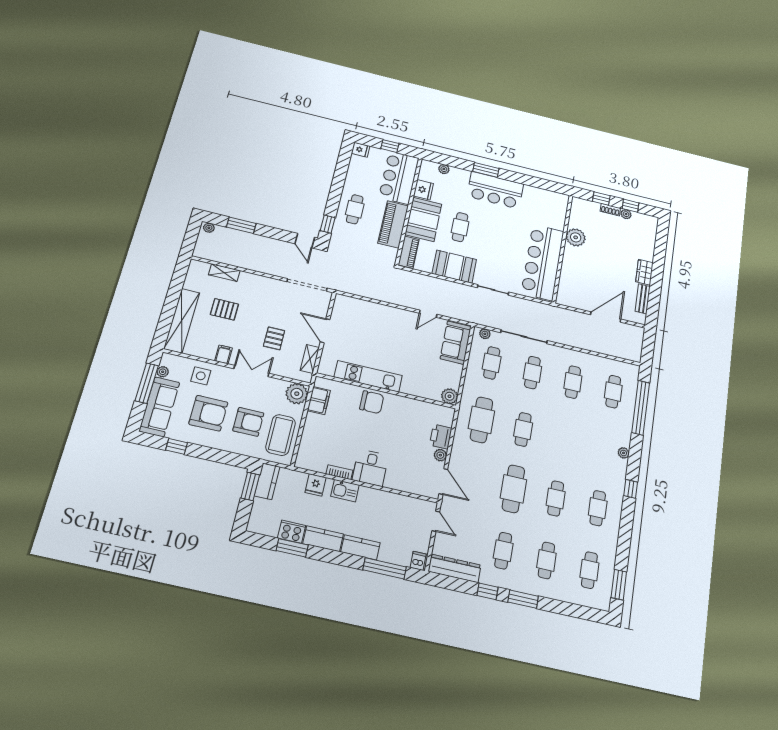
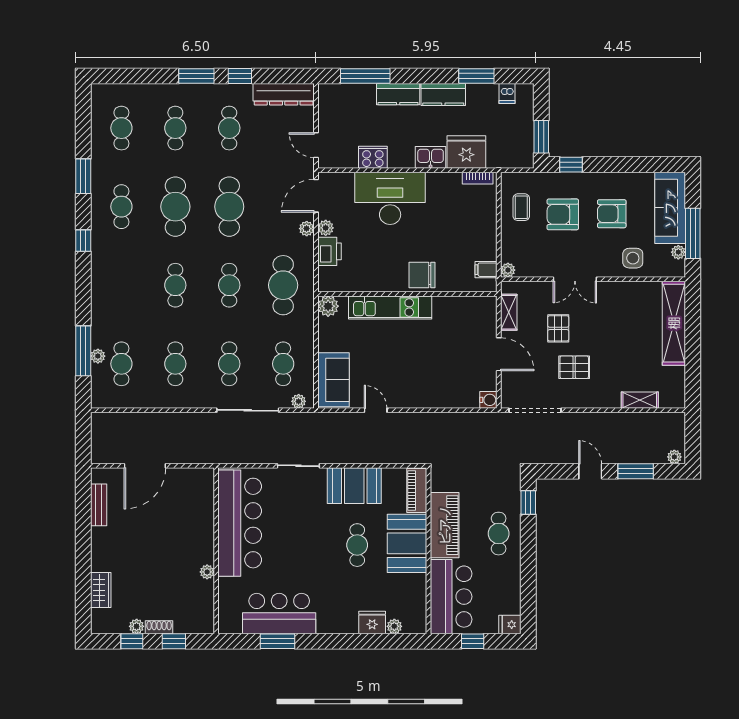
window: (486, 170) -> (278, 641), moved
fridge: (423, 190) -> (372, 623), moved, turned 90
bar counter: (495, 190) -> (279, 614), moved
plant: (576, 237) -> (207, 572), width x0.53, depth x0.53
door: (305, 241) -> (590, 471), moved
wardrobe: (644, 272) -> (101, 590), moved
water cooler: (341, 301) -> (488, 400), added
pallet: (224, 309) -> (574, 367), moved
door: (428, 314) -> (376, 410), hinge flipped
filing cabinet: (223, 354) -> (613, 292), removed
kitchen unit: (368, 376) -> (390, 307), moved
plant: (297, 394) -> (508, 270), width x0.53, depth x0.53
filing cabinet: (319, 401) -> (486, 270), width x0.50
window: (641, 408) -> (83, 351), width x0.68
armchair: (208, 413) -> (612, 214), width x0.73, depth x0.73
coffee table: (281, 435) -> (521, 207), width x0.54, depth x0.58
cafe table: (564, 439) -> (175, 285), added
window: (176, 446) -> (571, 165), moved
plant: (624, 453) -> (98, 356), moved
plant: (455, 458) -> (307, 229), added
desk: (370, 468) -> (390, 198), width x1.87, depth x1.30
bookcase: (339, 472) -> (478, 178), moved
kitchen counter: (267, 481) -> (523, 147), removed
door: (443, 482) -> (316, 196), hinge flipped
fridge: (316, 485) -> (466, 152), width x1.88, depth x1.34
cafe table: (556, 498) -> (175, 207), width x1.37, depth x1.35
cooker: (292, 532) -> (373, 157), moved, turned 180
dishwasher: (418, 561) -> (507, 93), moved
window: (619, 585) -> (83, 176), moved

